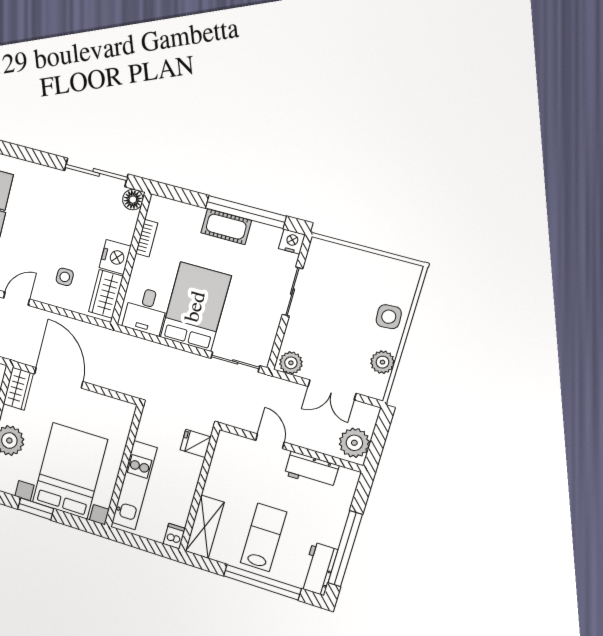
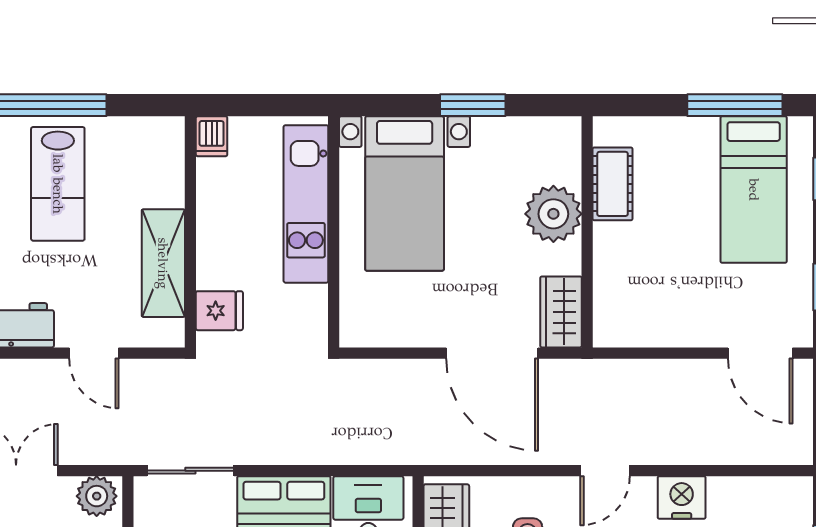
bed with nightstands: (70, 471) -> (405, 194), width x0.73
shelving: (205, 527) -> (163, 263), moved

